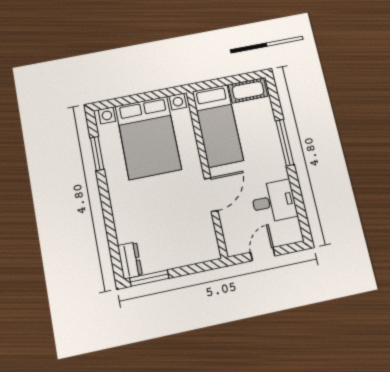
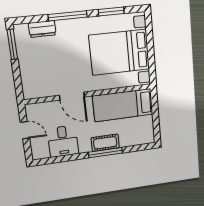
cot: (248, 90) -> (105, 143), moved, turned 90
window: (107, 209) -> (68, 16), added
dresser: (130, 260) -> (42, 29), moved

